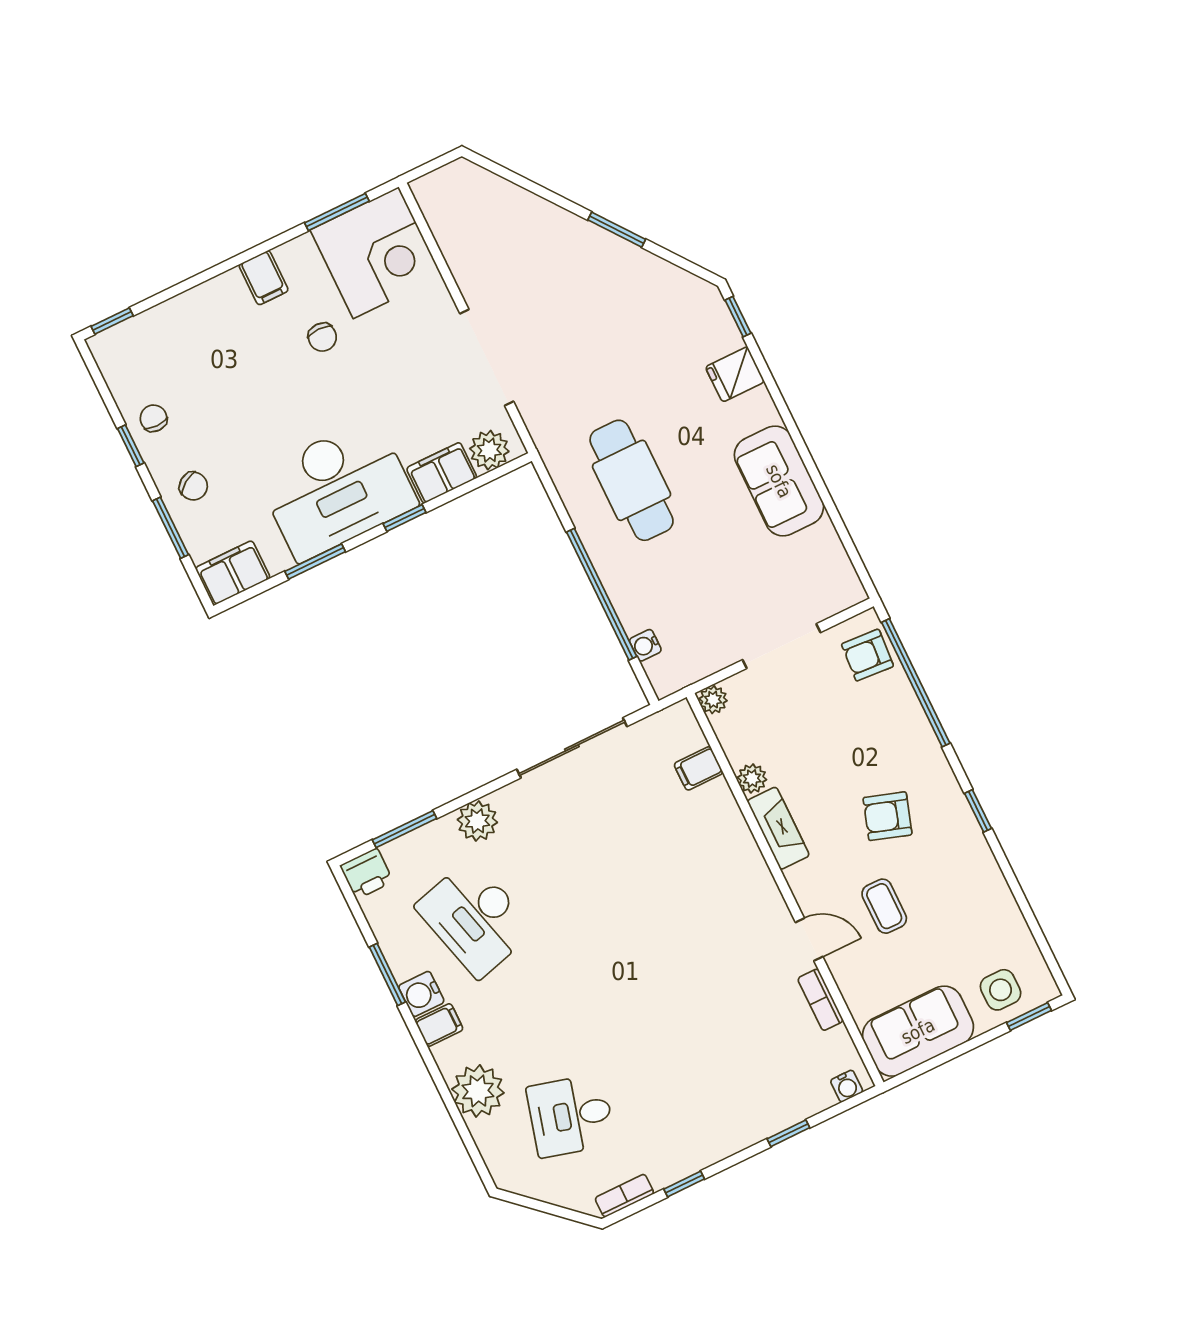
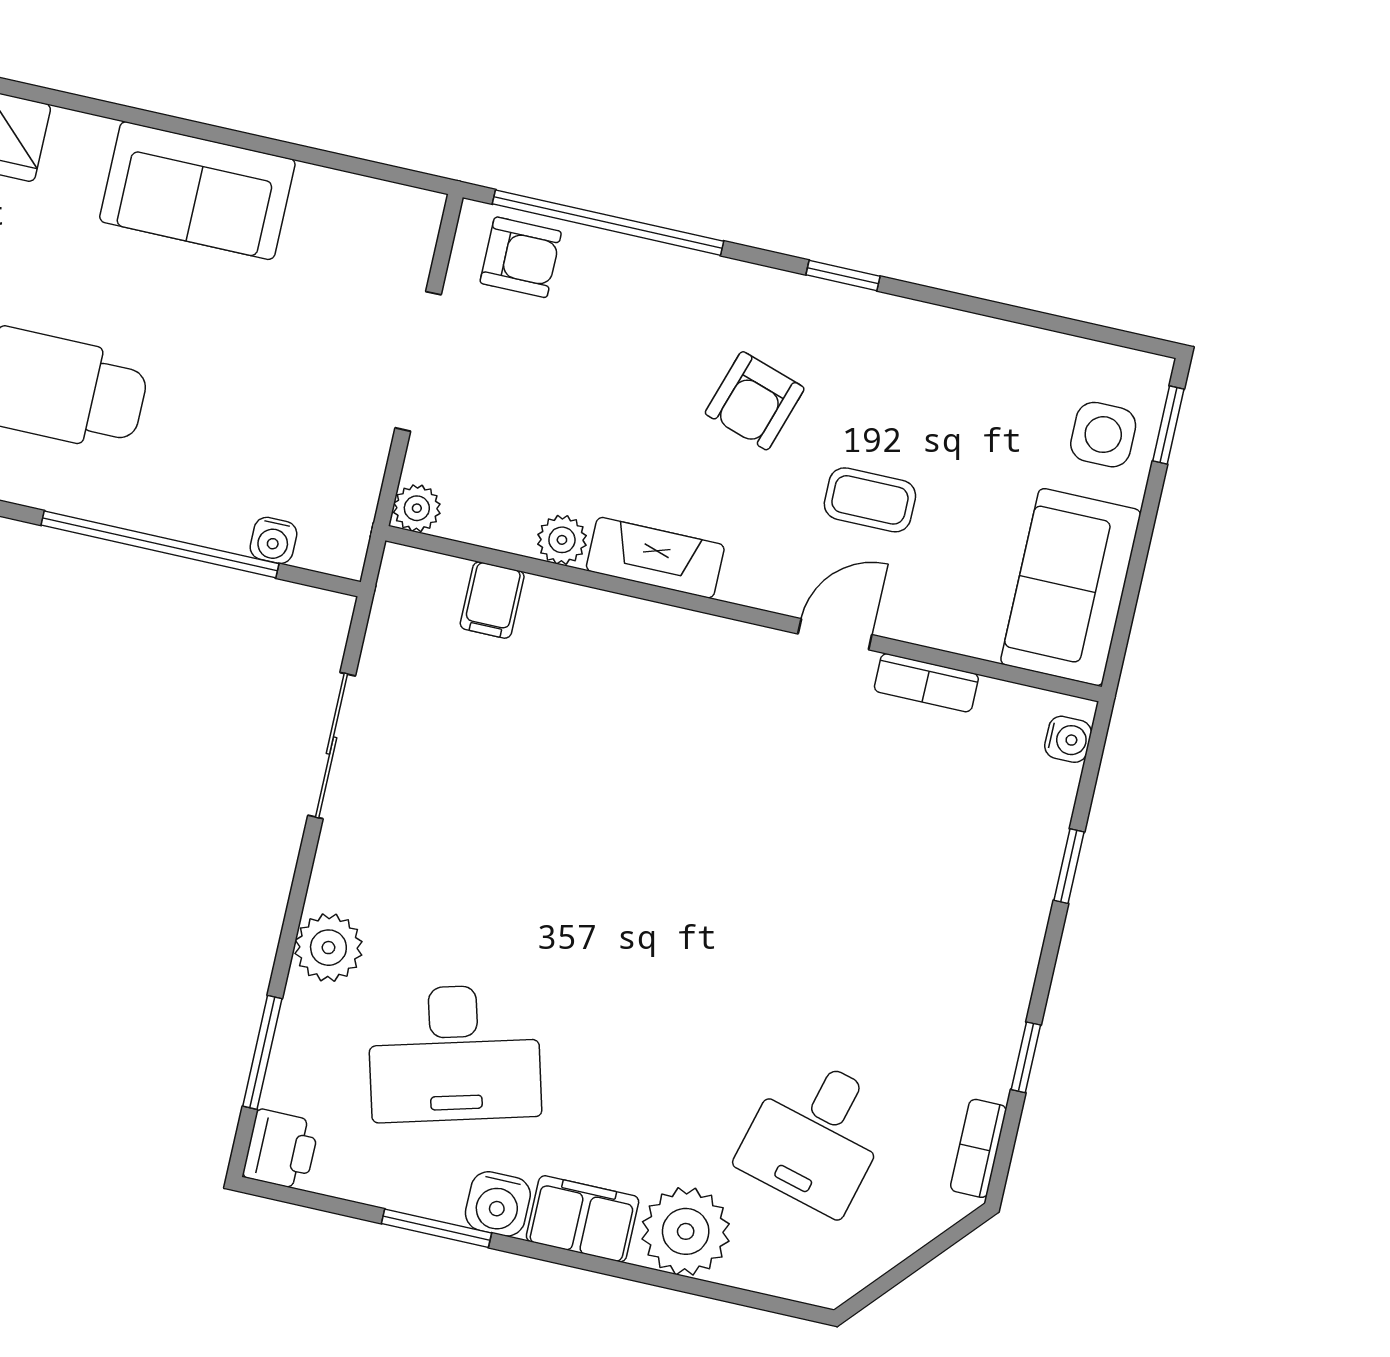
armchair: (867, 655) -> (521, 257), turned -94
sliding door: (572, 748) -> (332, 746), width x0.73
filing cabinet: (439, 1025) -> (583, 1219), width x2.00

